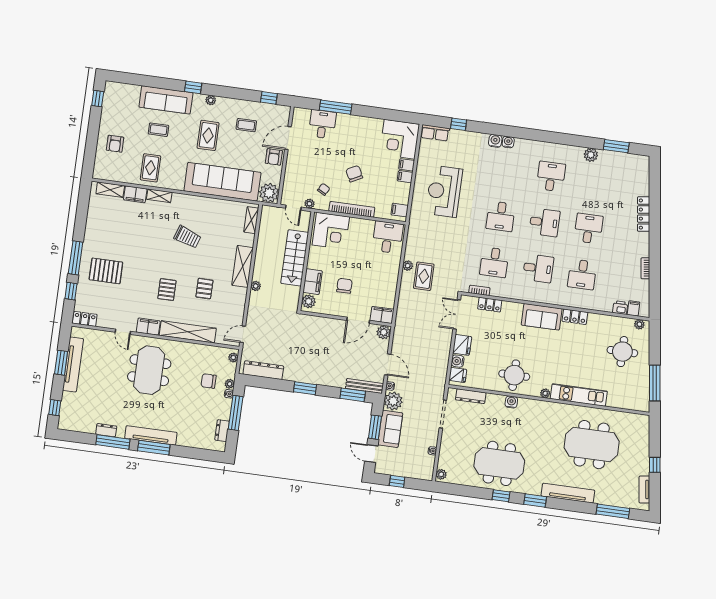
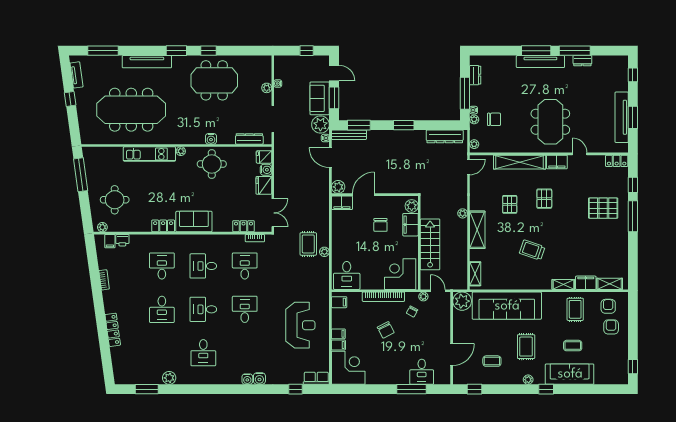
armchair: (274, 157) -> (608, 306), moved
meeting table: (592, 445) -> (131, 110), width x1.36
plant: (441, 474) -> (267, 88), moved

